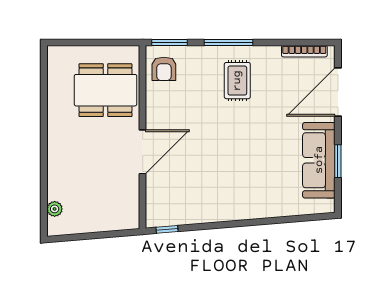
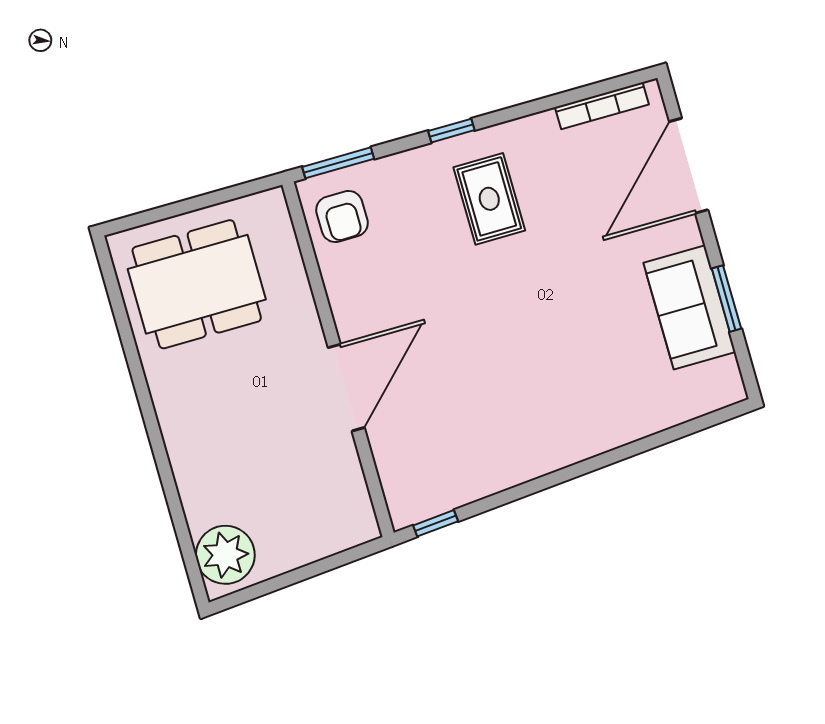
window: (228, 42) -> (451, 131), width x0.46
dining table: (105, 90) -> (197, 284), moved
sofa: (319, 160) -> (689, 307), width x0.73
plant: (55, 209) -> (225, 555), width x1.88, depth x1.88

